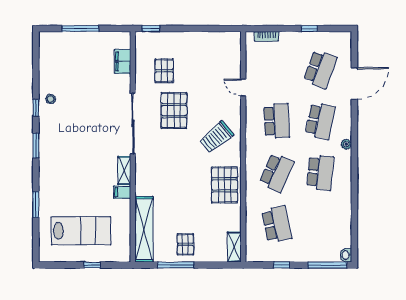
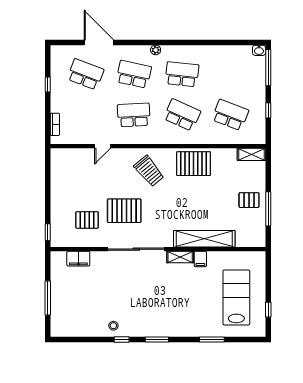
school desk: (277, 224) -> (230, 115), turned 33
shelving: (144, 229) -> (204, 239), moved
window: (92, 265) -> (268, 310), moved

